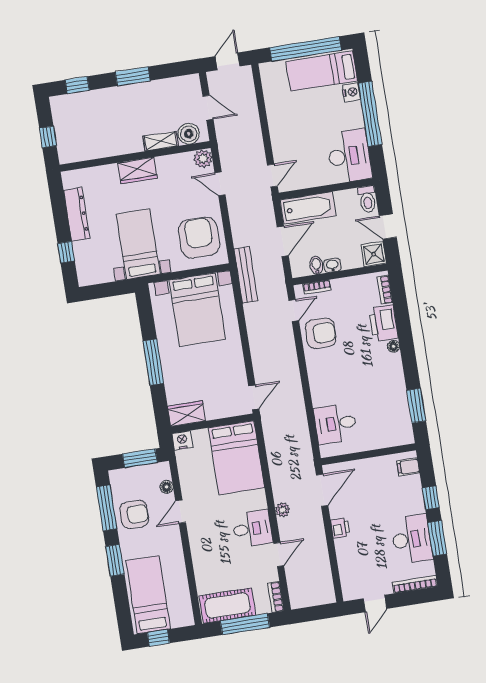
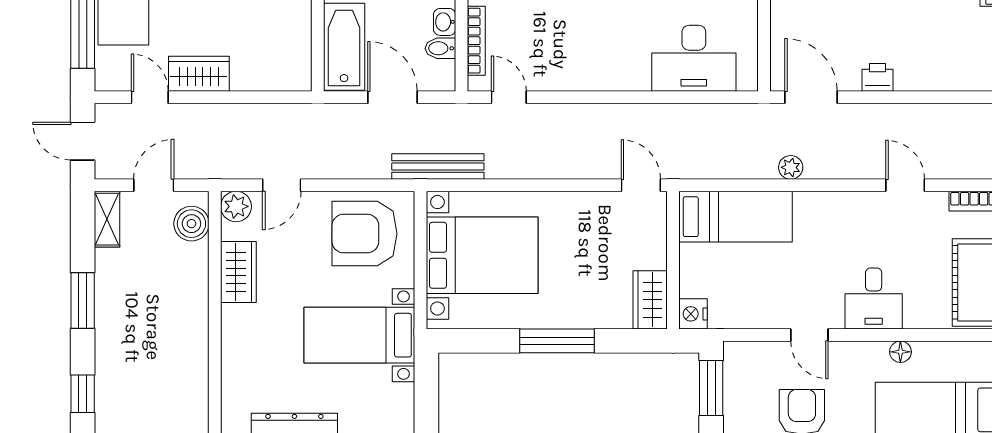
wardrobe: (278, 124) -> (199, 74), added
shelving: (161, 141) -> (107, 219), moved
wardrobe: (137, 170) -> (238, 272), moved
door: (272, 176) -> (150, 97), moved
bookcase: (317, 287) -> (476, 41), width x1.56
armchair: (321, 333) -> (553, 59), removed
desk: (335, 424) -> (694, 58), width x1.37
bed: (236, 458) -> (735, 217), width x0.67
floor lamp: (167, 487) -> (900, 352), moved
plant: (282, 510) -> (791, 167), moved
desk: (252, 529) -> (874, 299), moved, turned 180

